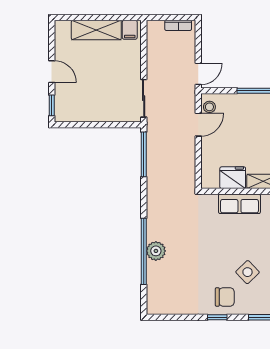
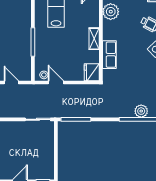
door: (198, 74) -> (11, 83), moved
fridge: (233, 178) -> (92, 72), moved

